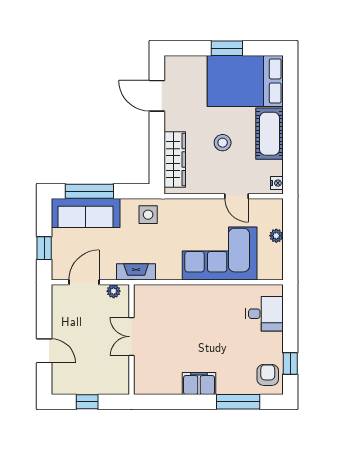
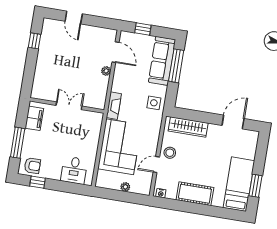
window: (227, 48) -> (255, 186), moved
bed: (245, 81) -> (239, 184), width x0.67
stool: (223, 143) -> (170, 153), moved
fireplace: (136, 272) -> (114, 106), moved
double door: (131, 337) -> (69, 106), moved
wall: (131, 339) -> (67, 105), moved
door: (44, 351) -> (74, 18), hinge flipped

